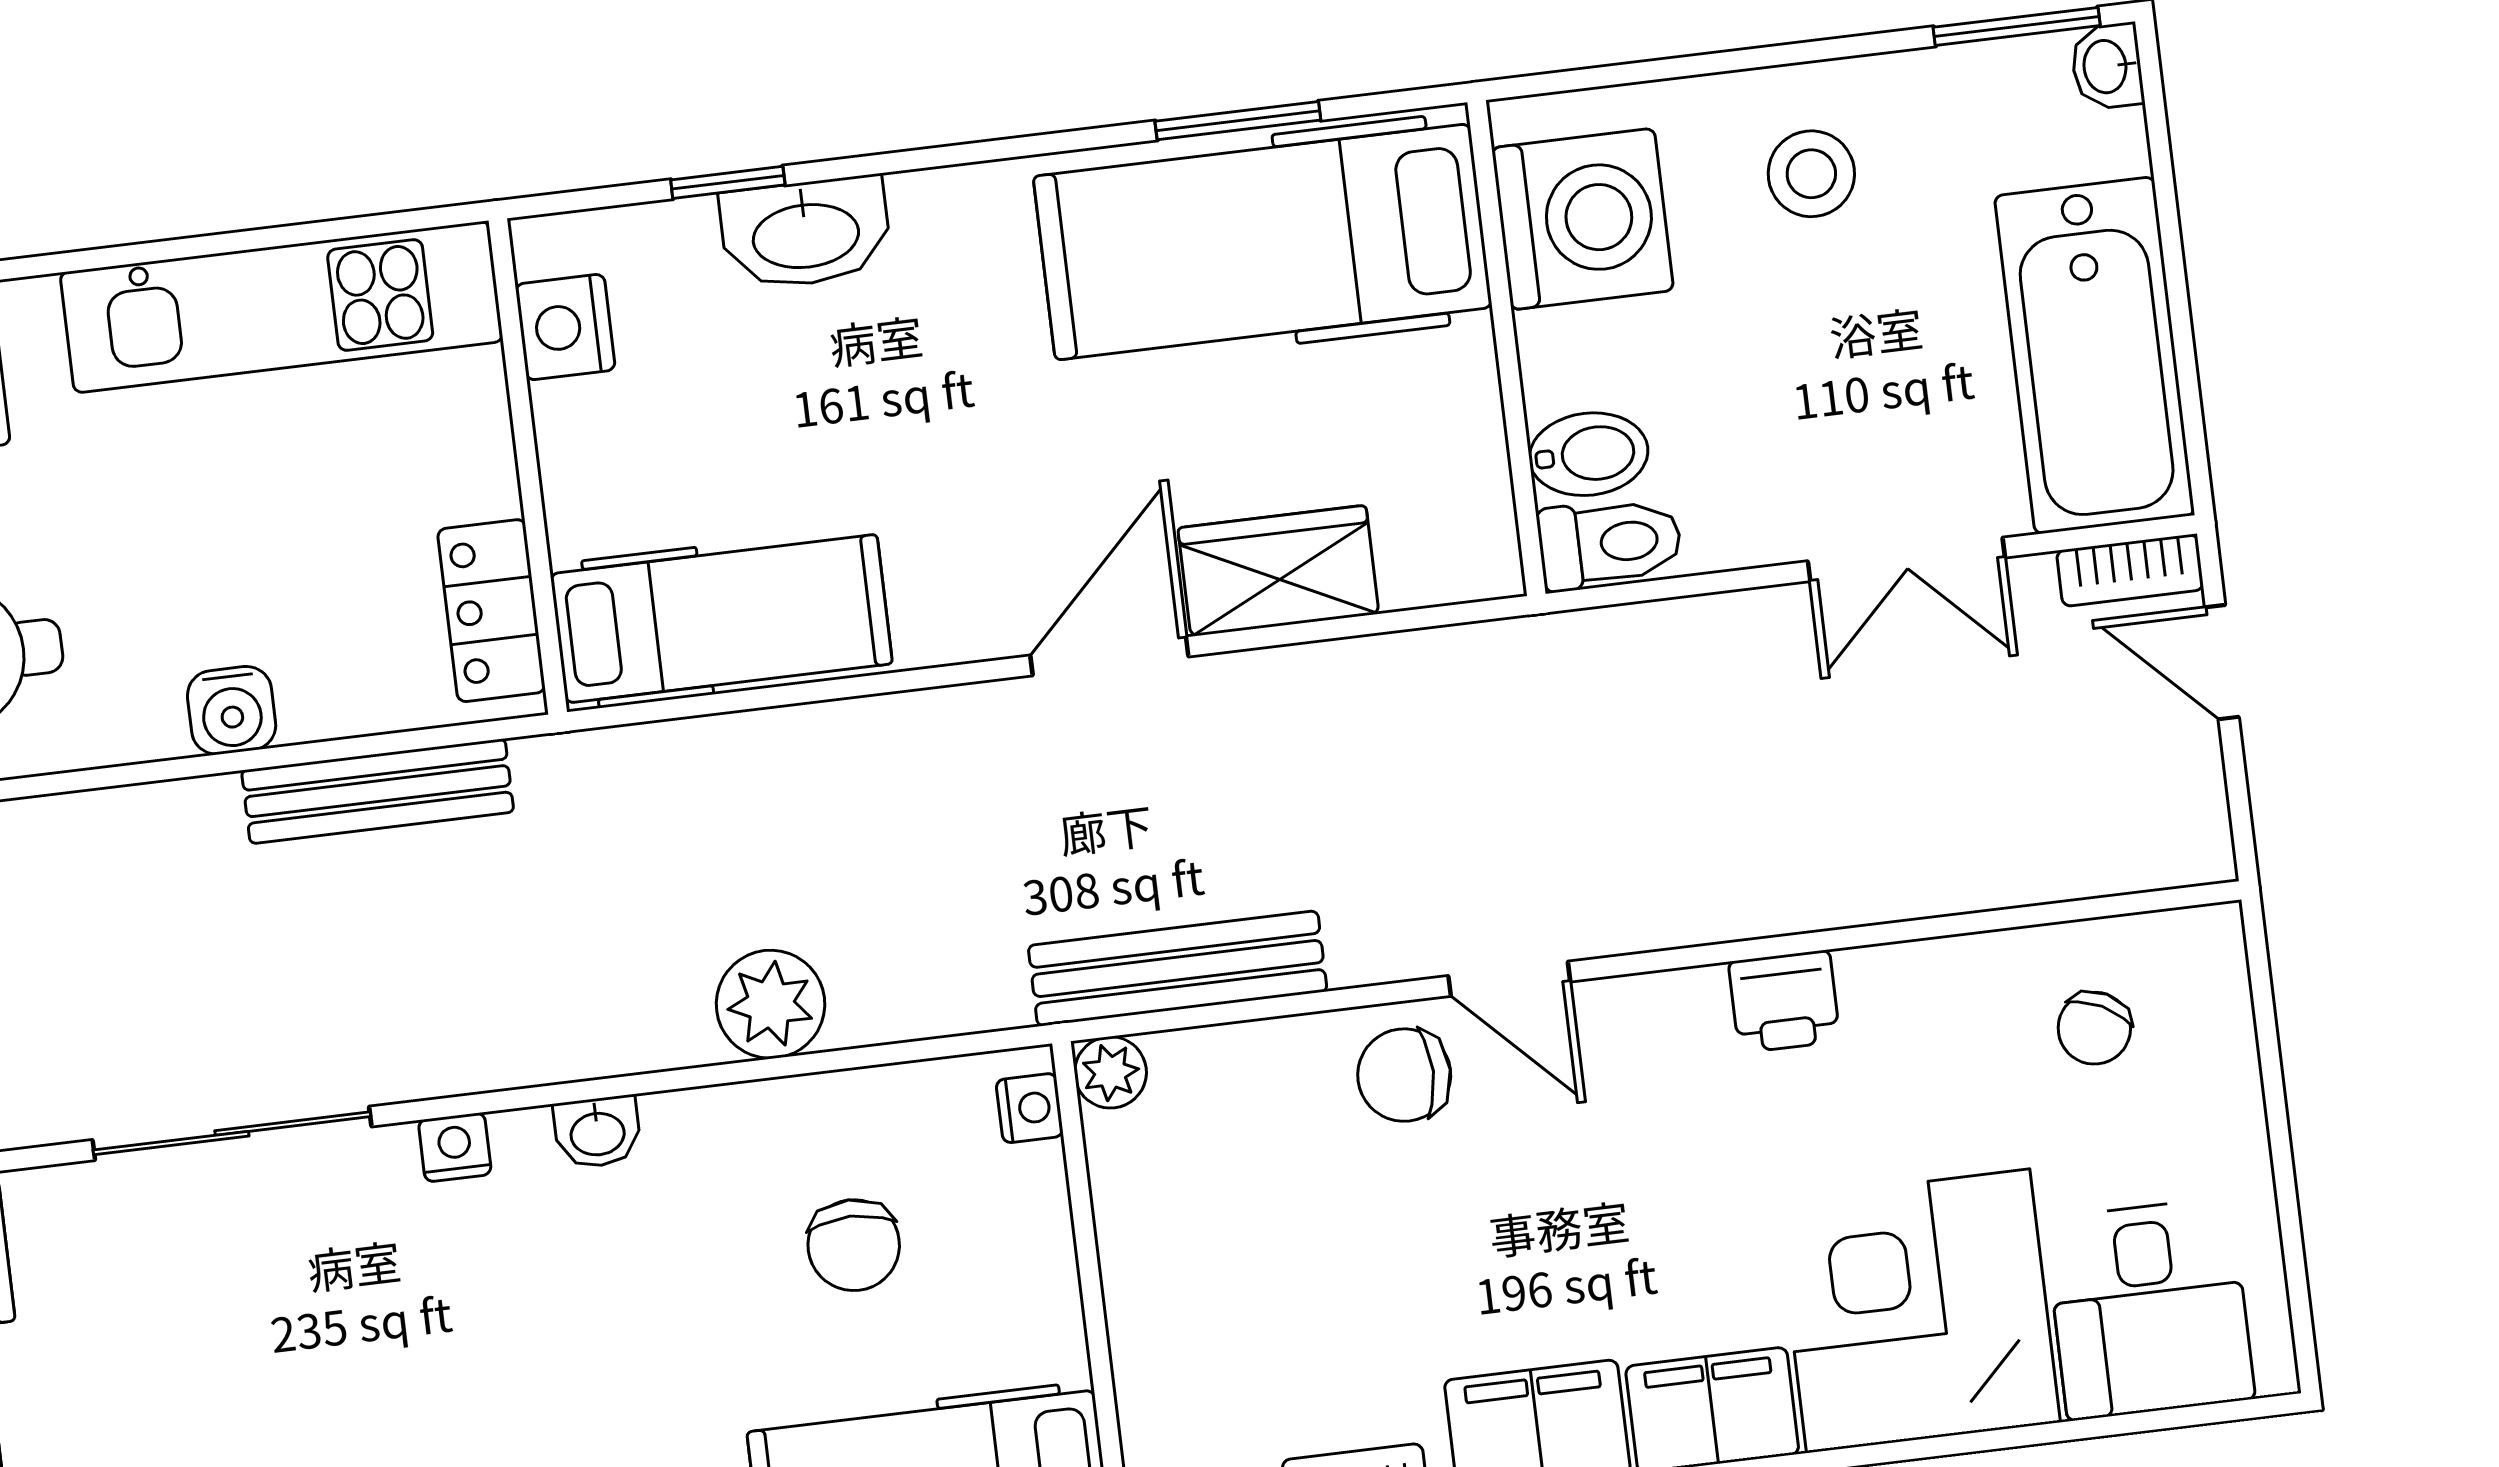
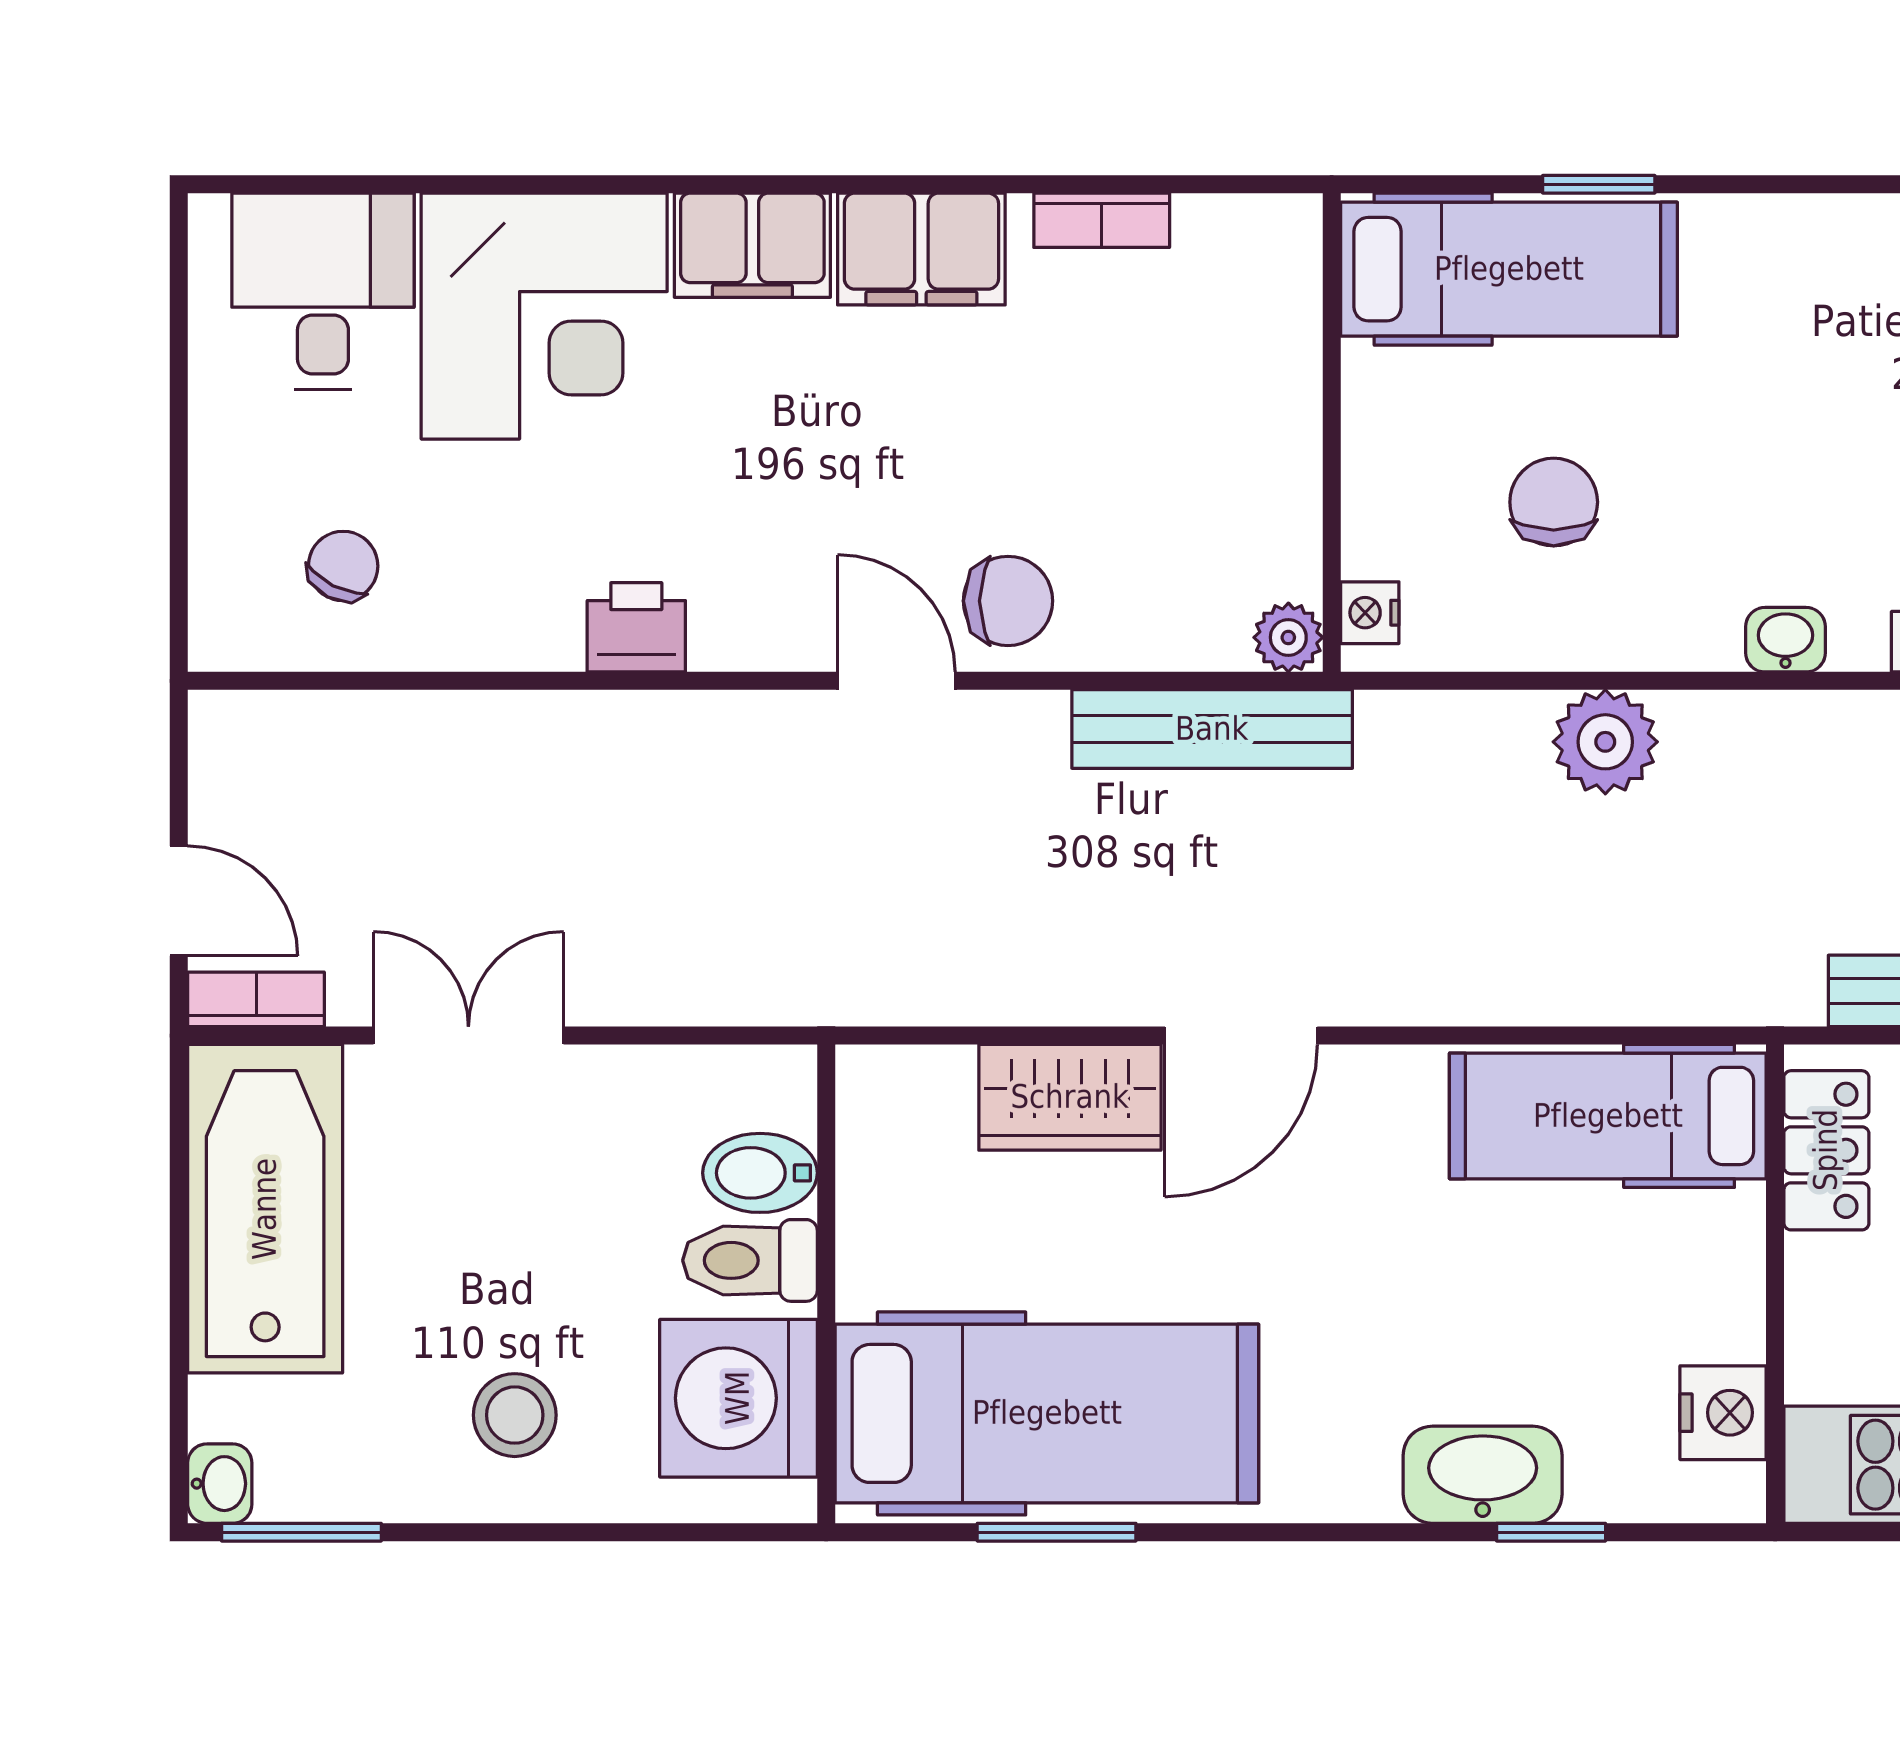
toilet: (1610, 543) -> (750, 1260), moved

